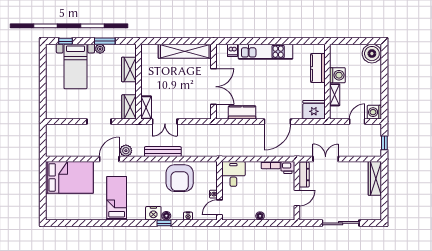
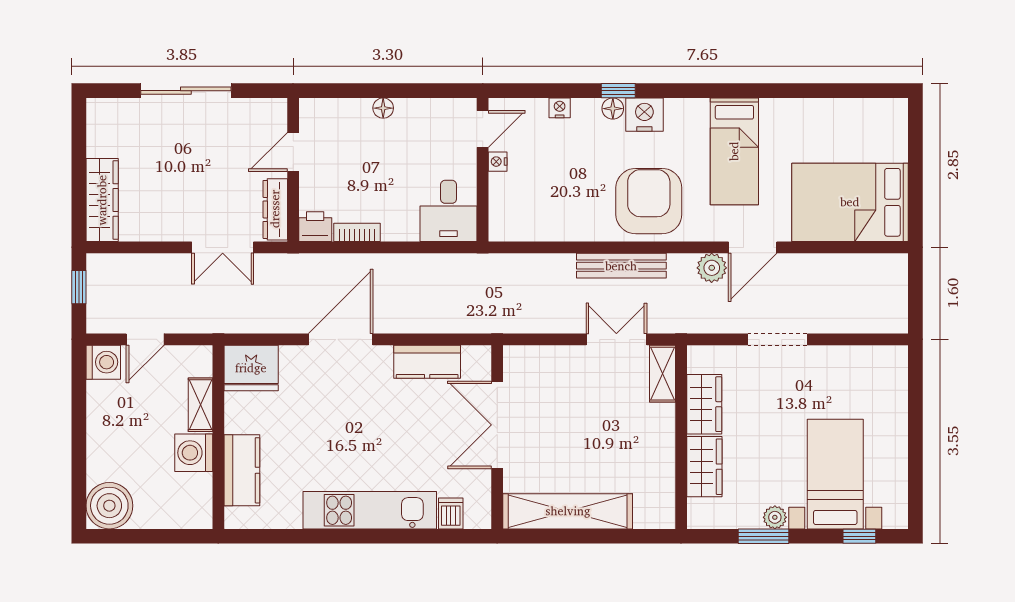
wardrobe: (129, 107) -> (704, 404), moved
armchair: (180, 178) -> (649, 201), moved

